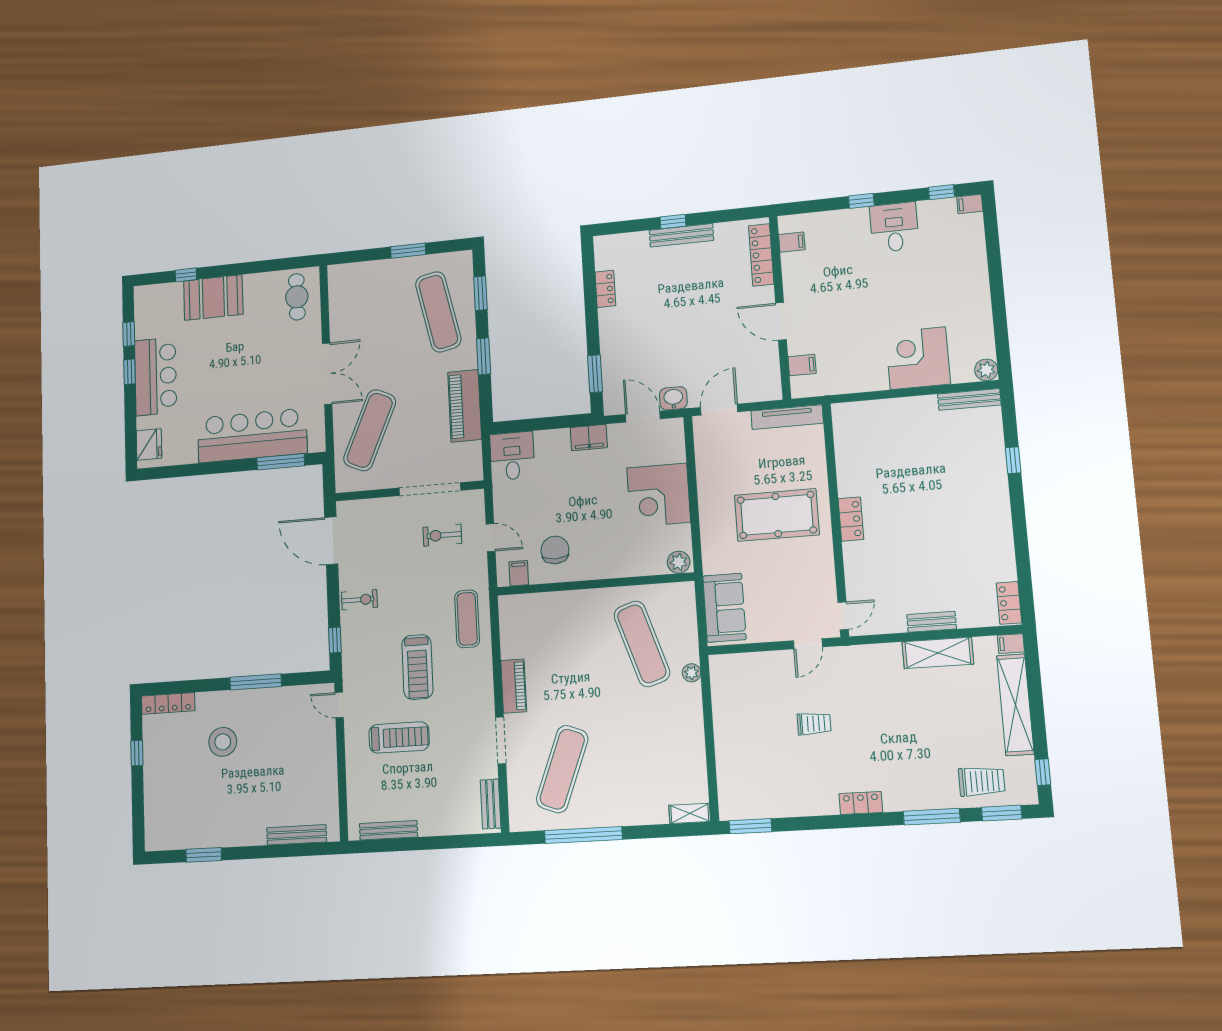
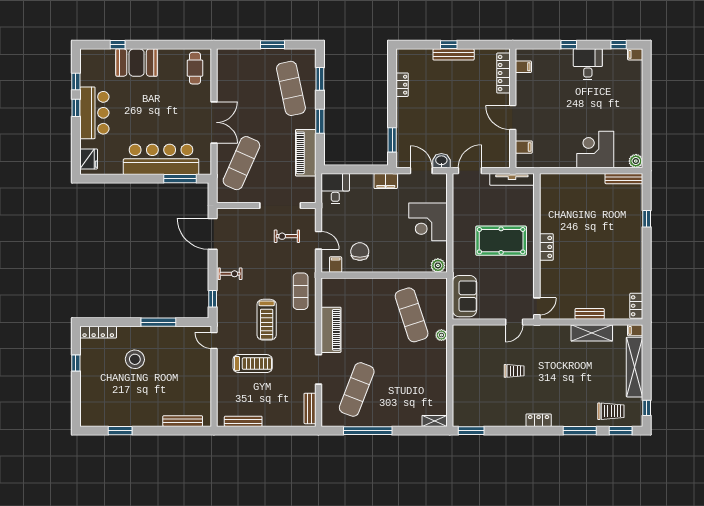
piano: (514, 686) -> (331, 330), width x1.37, depth x1.33

